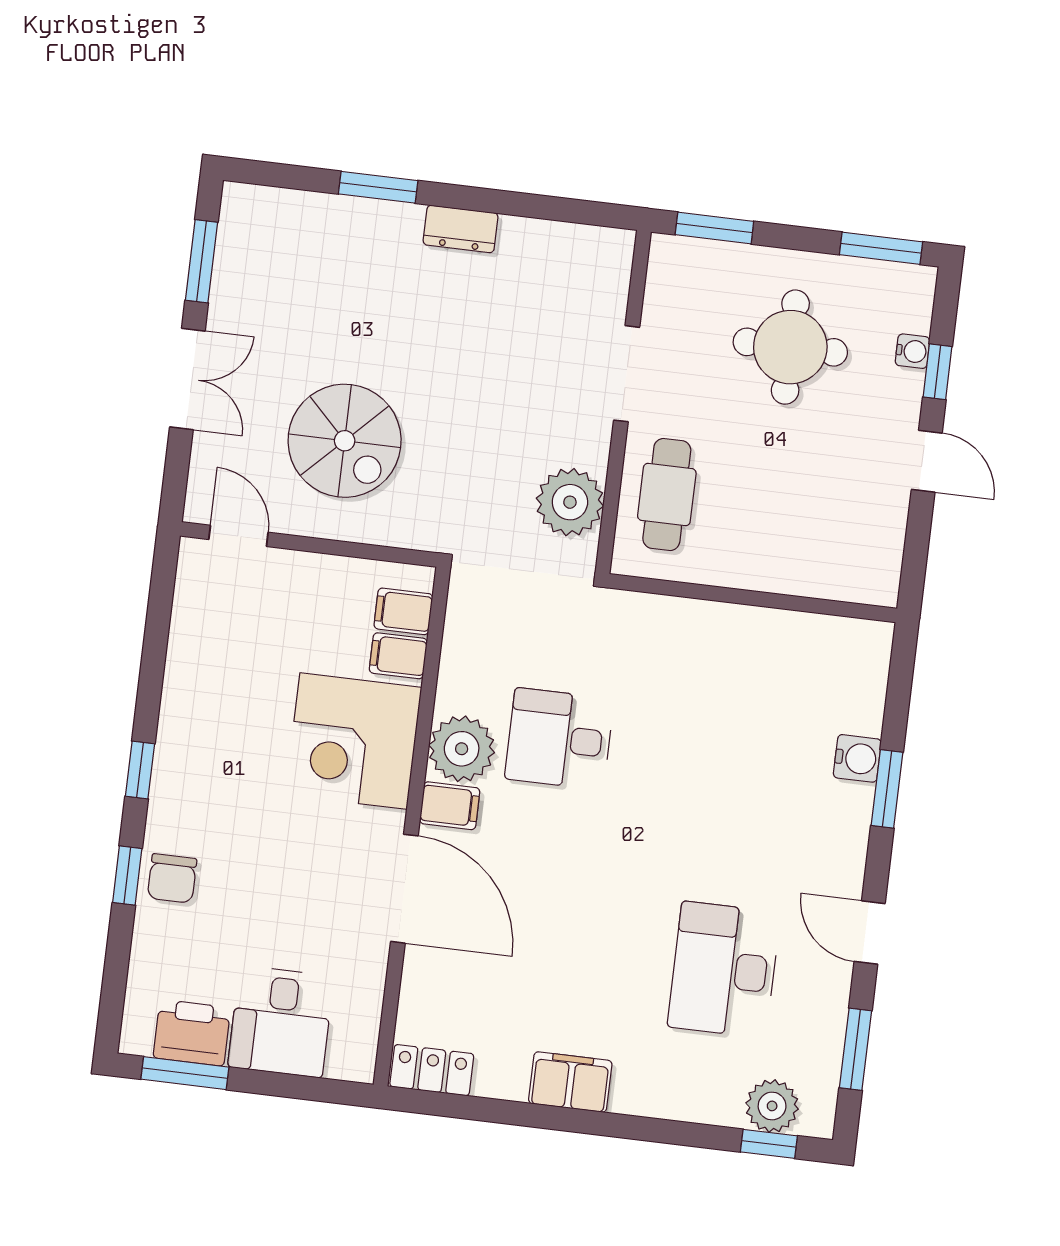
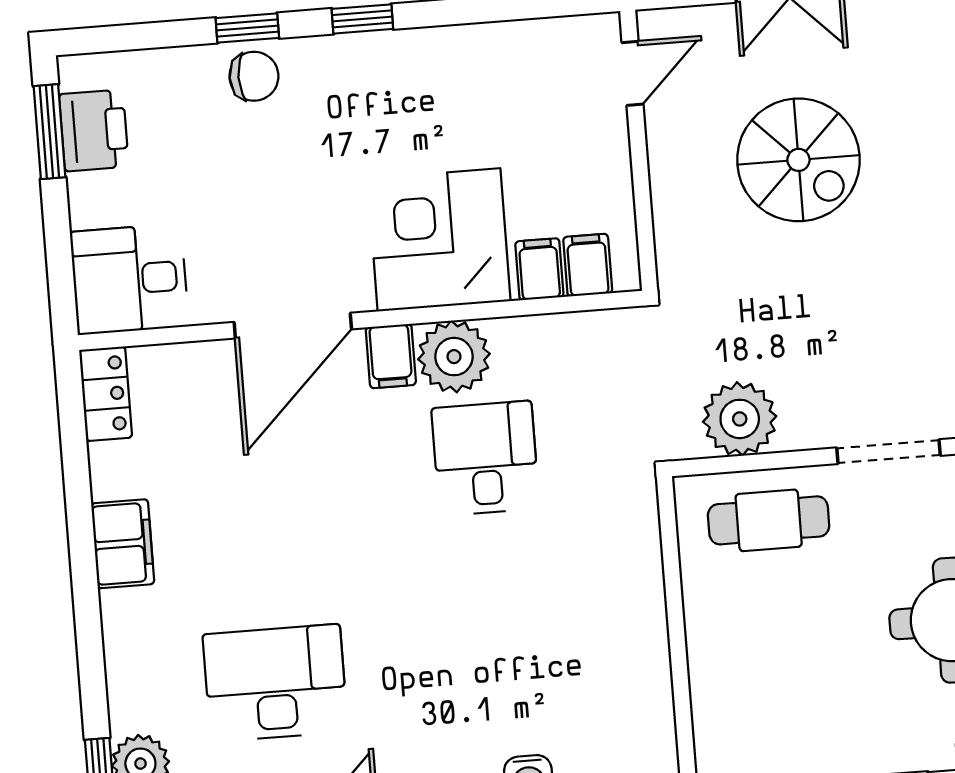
spiral stairs: (345, 441) -> (798, 160), moved, turned -90
chair: (172, 878) -> (254, 76), turned 180
desk: (281, 1022) -> (129, 279), moved

